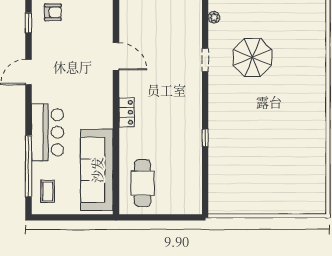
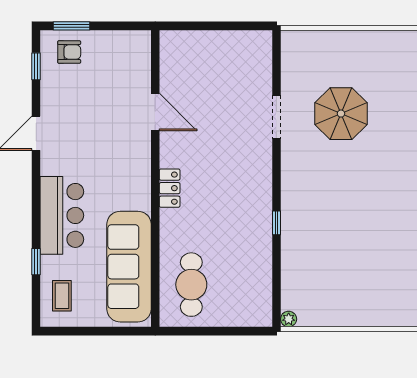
plant: (214, 17) -> (289, 319), moved
doorway: (205, 60) -> (276, 117), width x1.38
window: (29, 166) -> (36, 262), width x0.32

